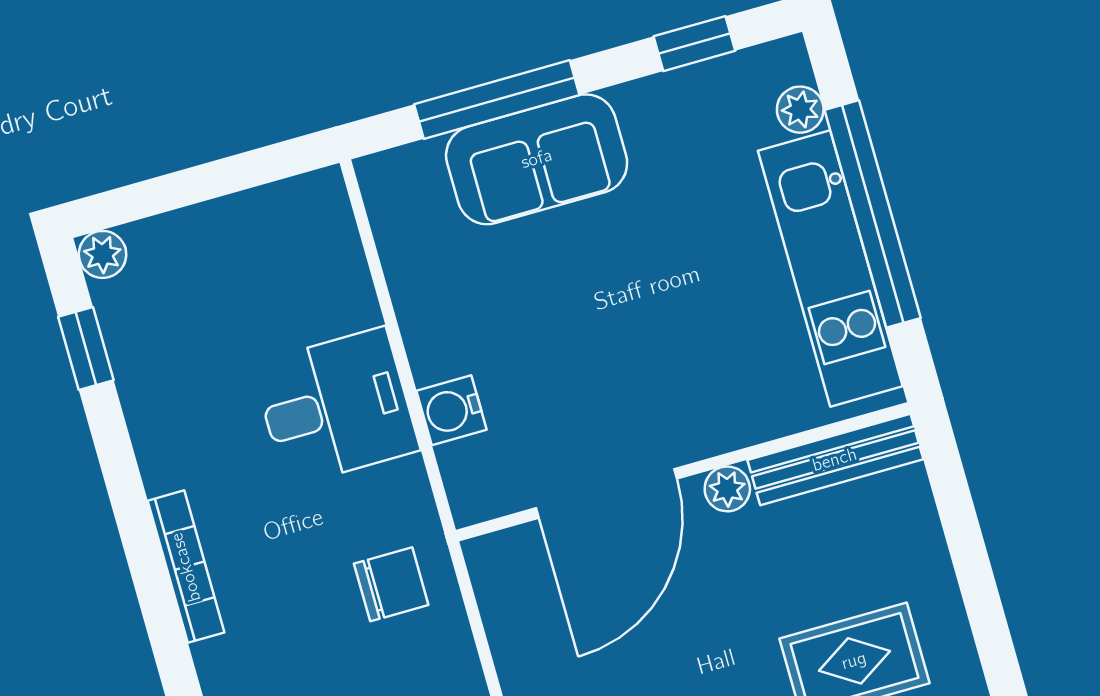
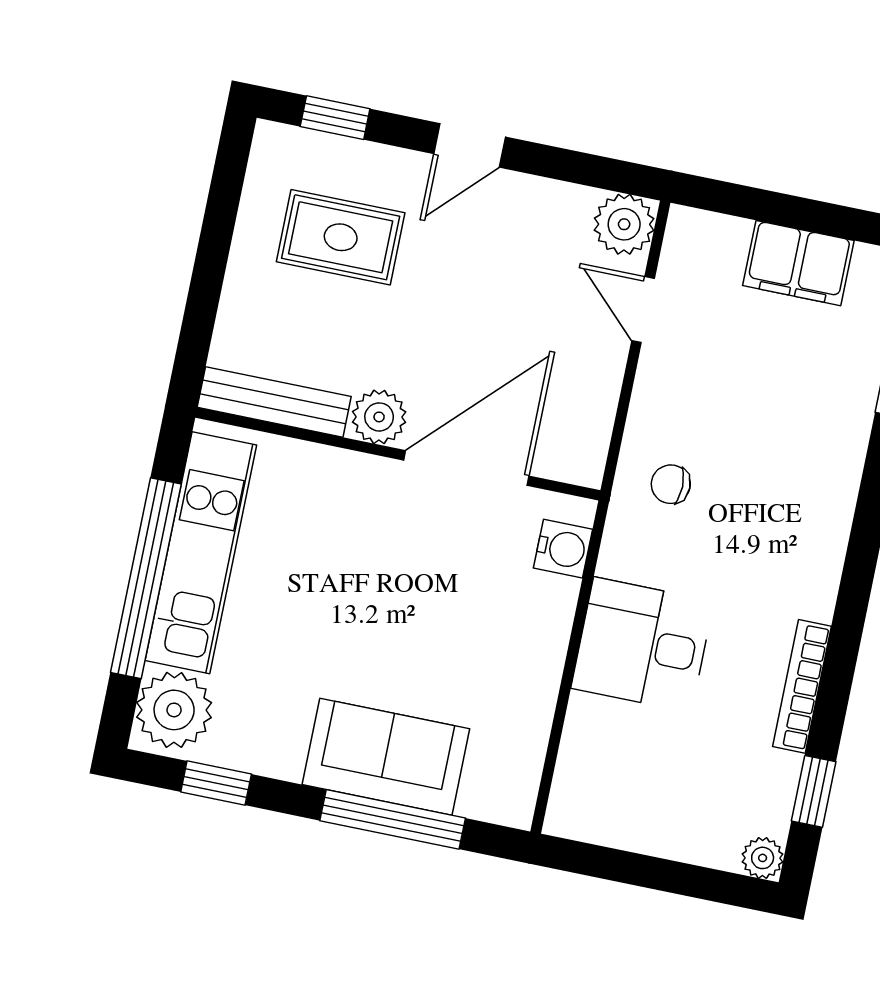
plant: (800, 110) -> (174, 710), width x1.88, depth x1.88
water cooler: (452, 410) -> (563, 549), moved
plant: (727, 489) -> (379, 417), width x1.38, depth x1.38
bookcase: (186, 567) -> (802, 686), moved
chair: (391, 584) -> (671, 484), width x0.73, depth x0.73

